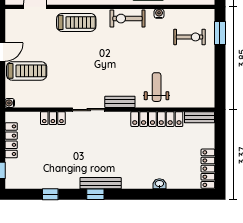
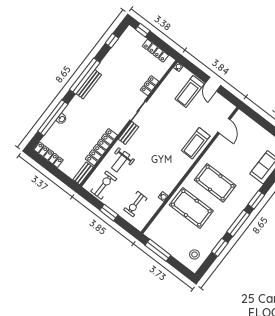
exercise bike: (127, 19) -> (104, 185), moved
window: (220, 33) -> (109, 213), moved
weight bench: (157, 87) -> (121, 162), turned 90
window: (50, 194) -> (112, 41), moved
window: (95, 194) -> (85, 76), width x3.17
window: (165, 194) -> (53, 118), added

